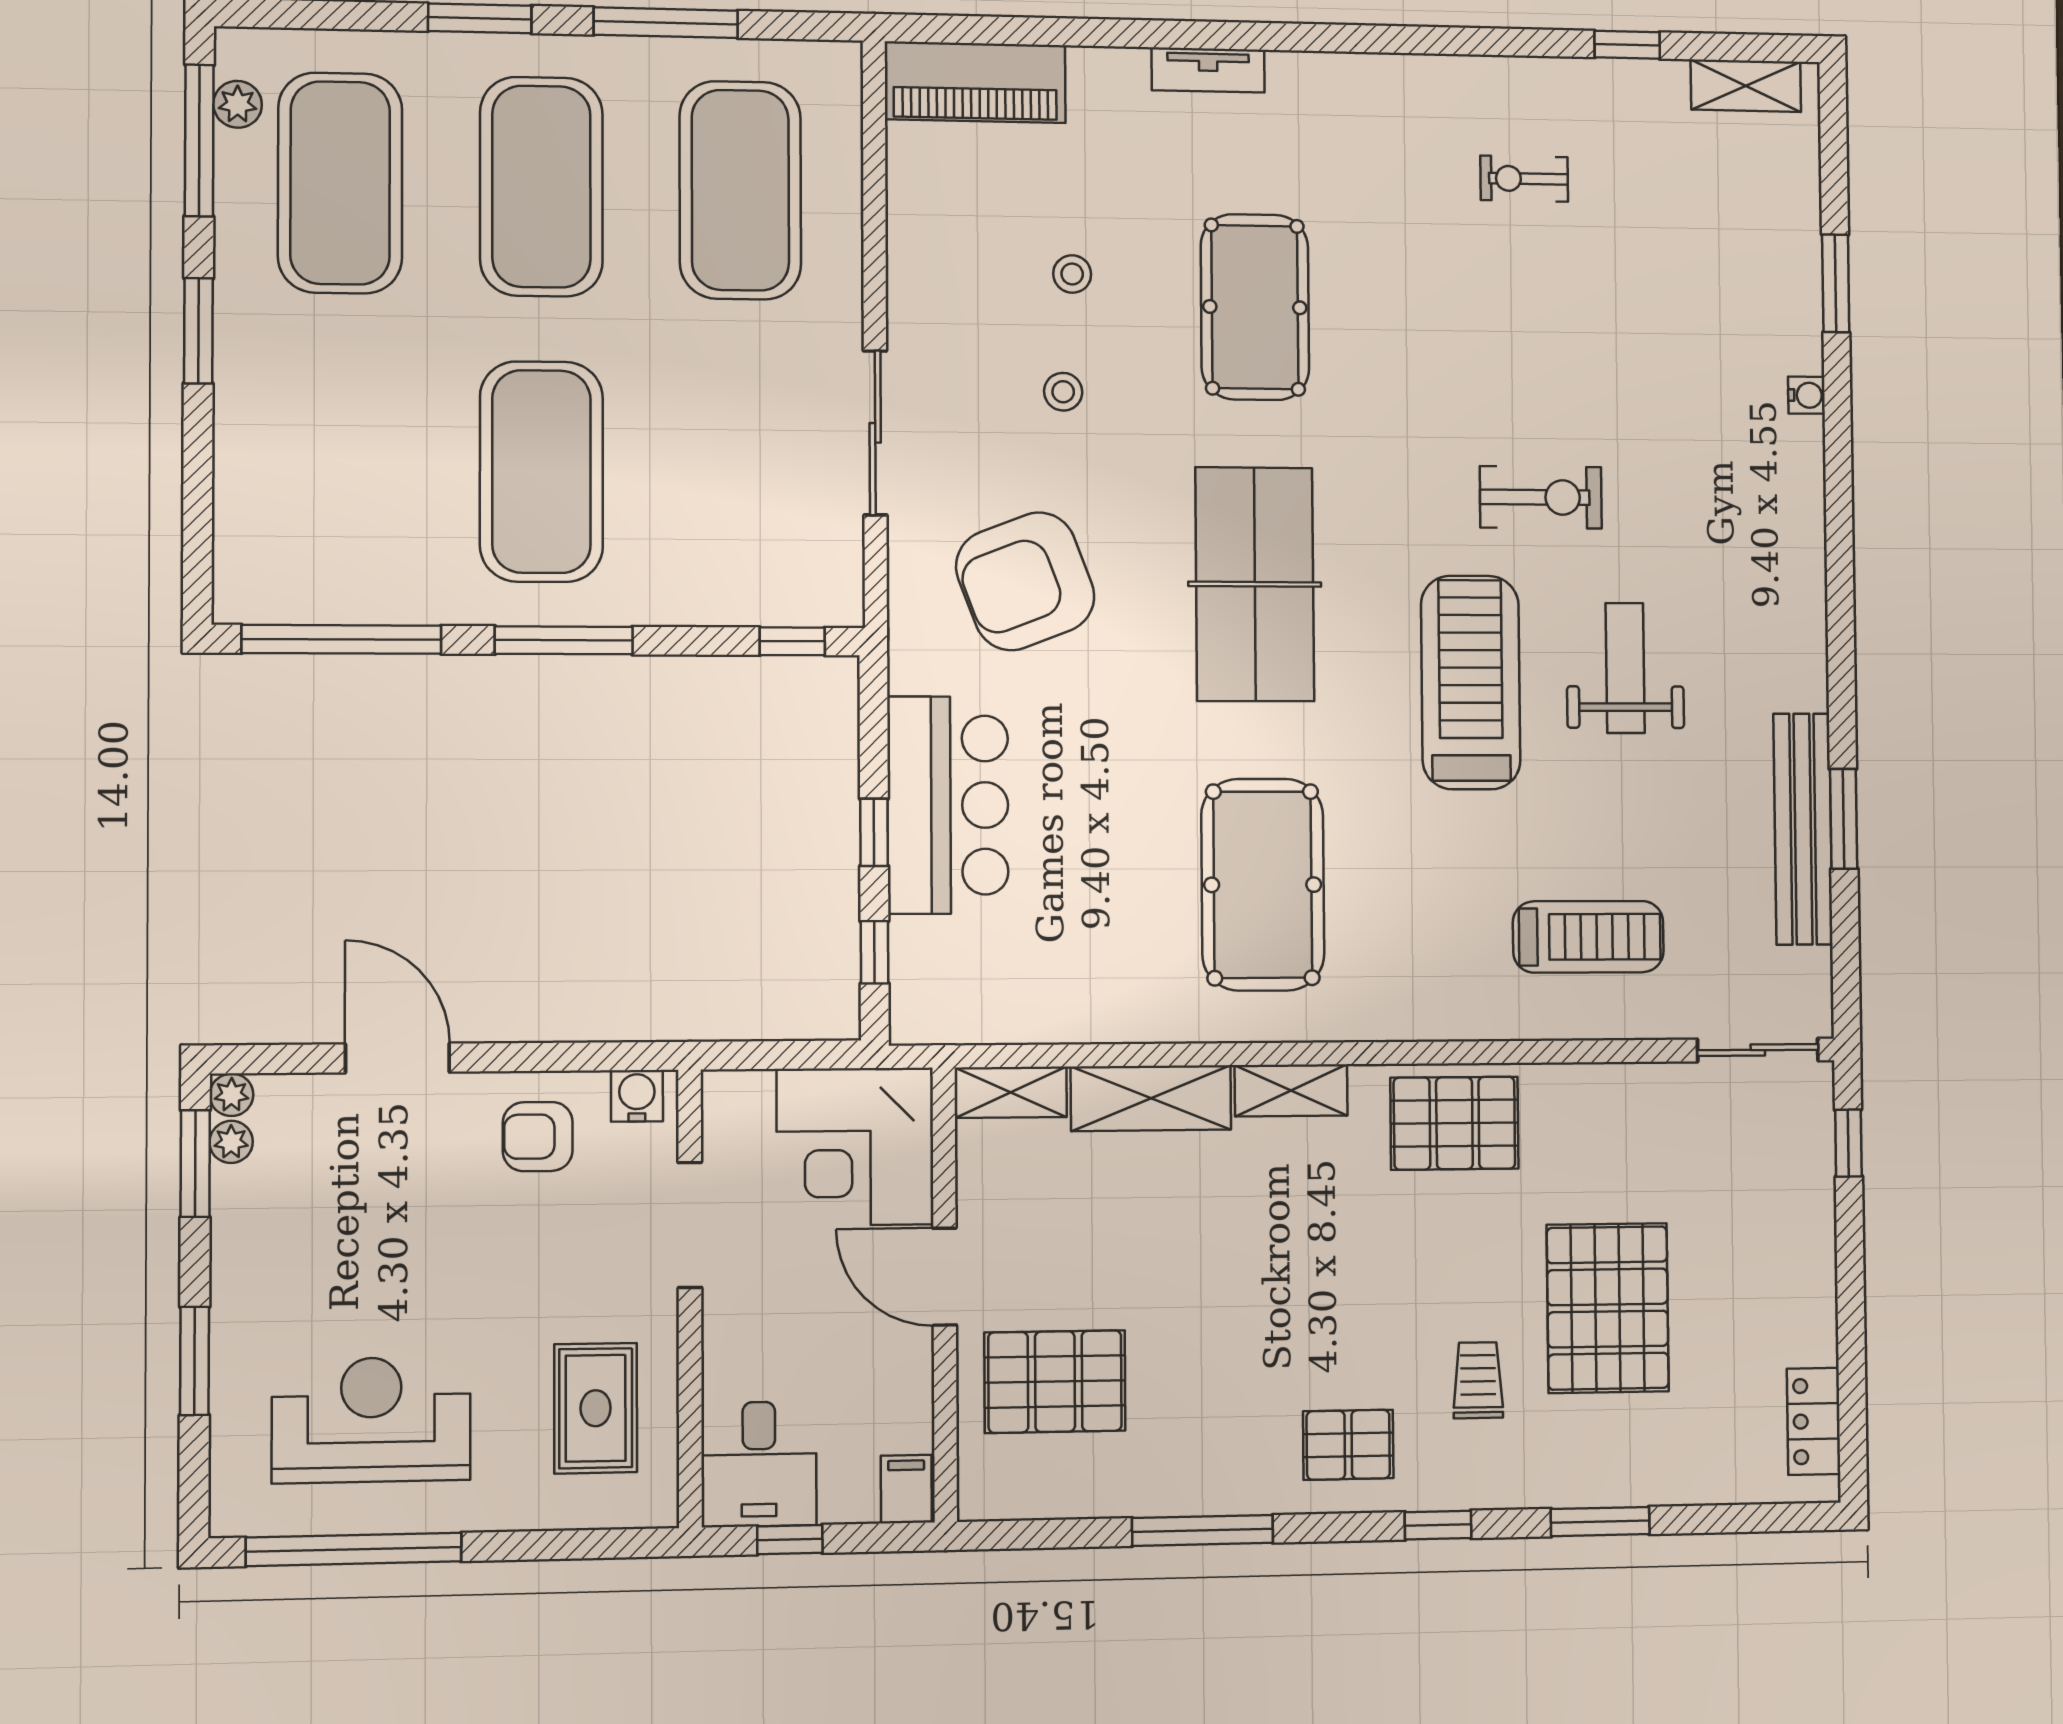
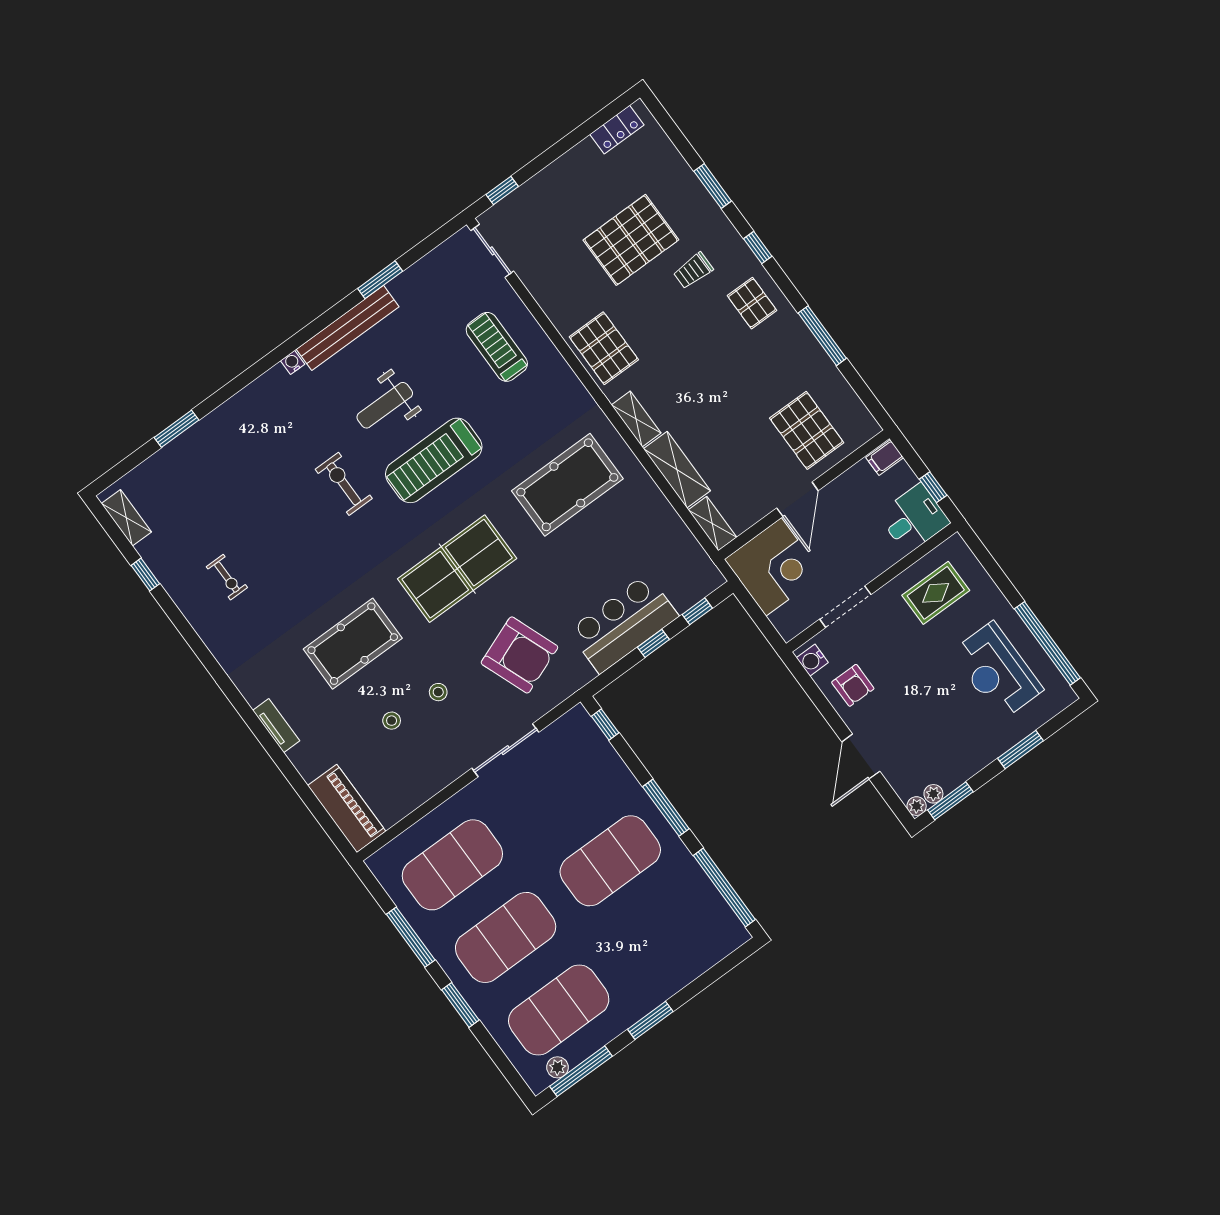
water cooler: (1806, 395) -> (293, 362), moved
bench: (1803, 829) -> (348, 328), moved

